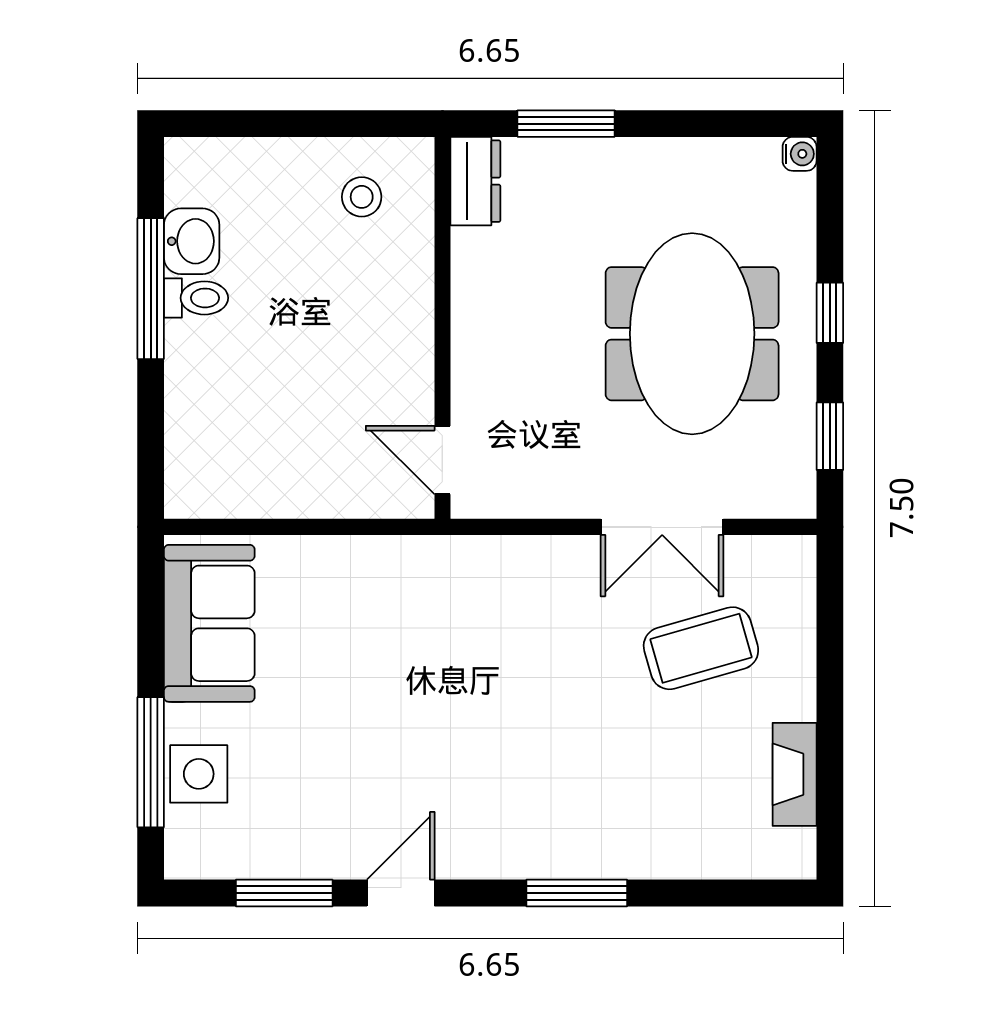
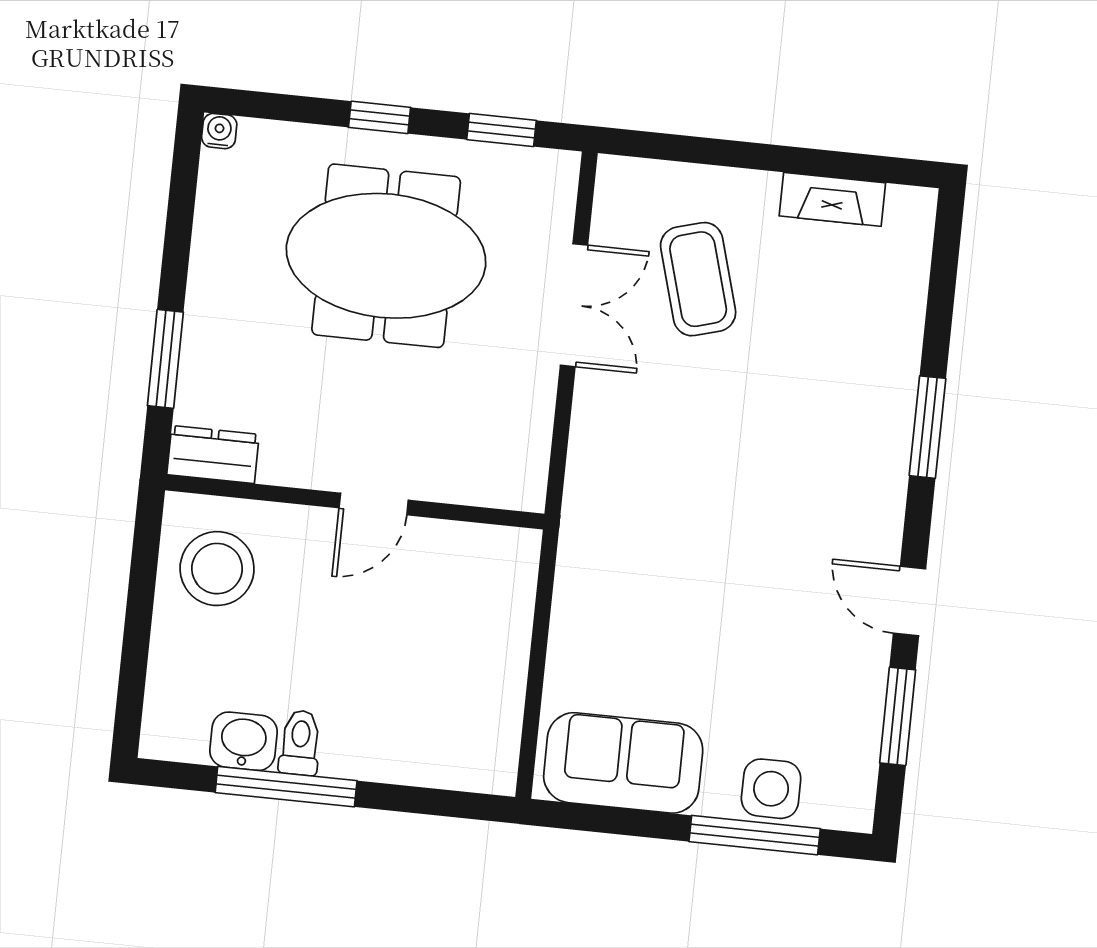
stool: (362, 197) -> (217, 569), width x1.89, depth x1.89
door: (442, 460) -> (374, 504), moved

